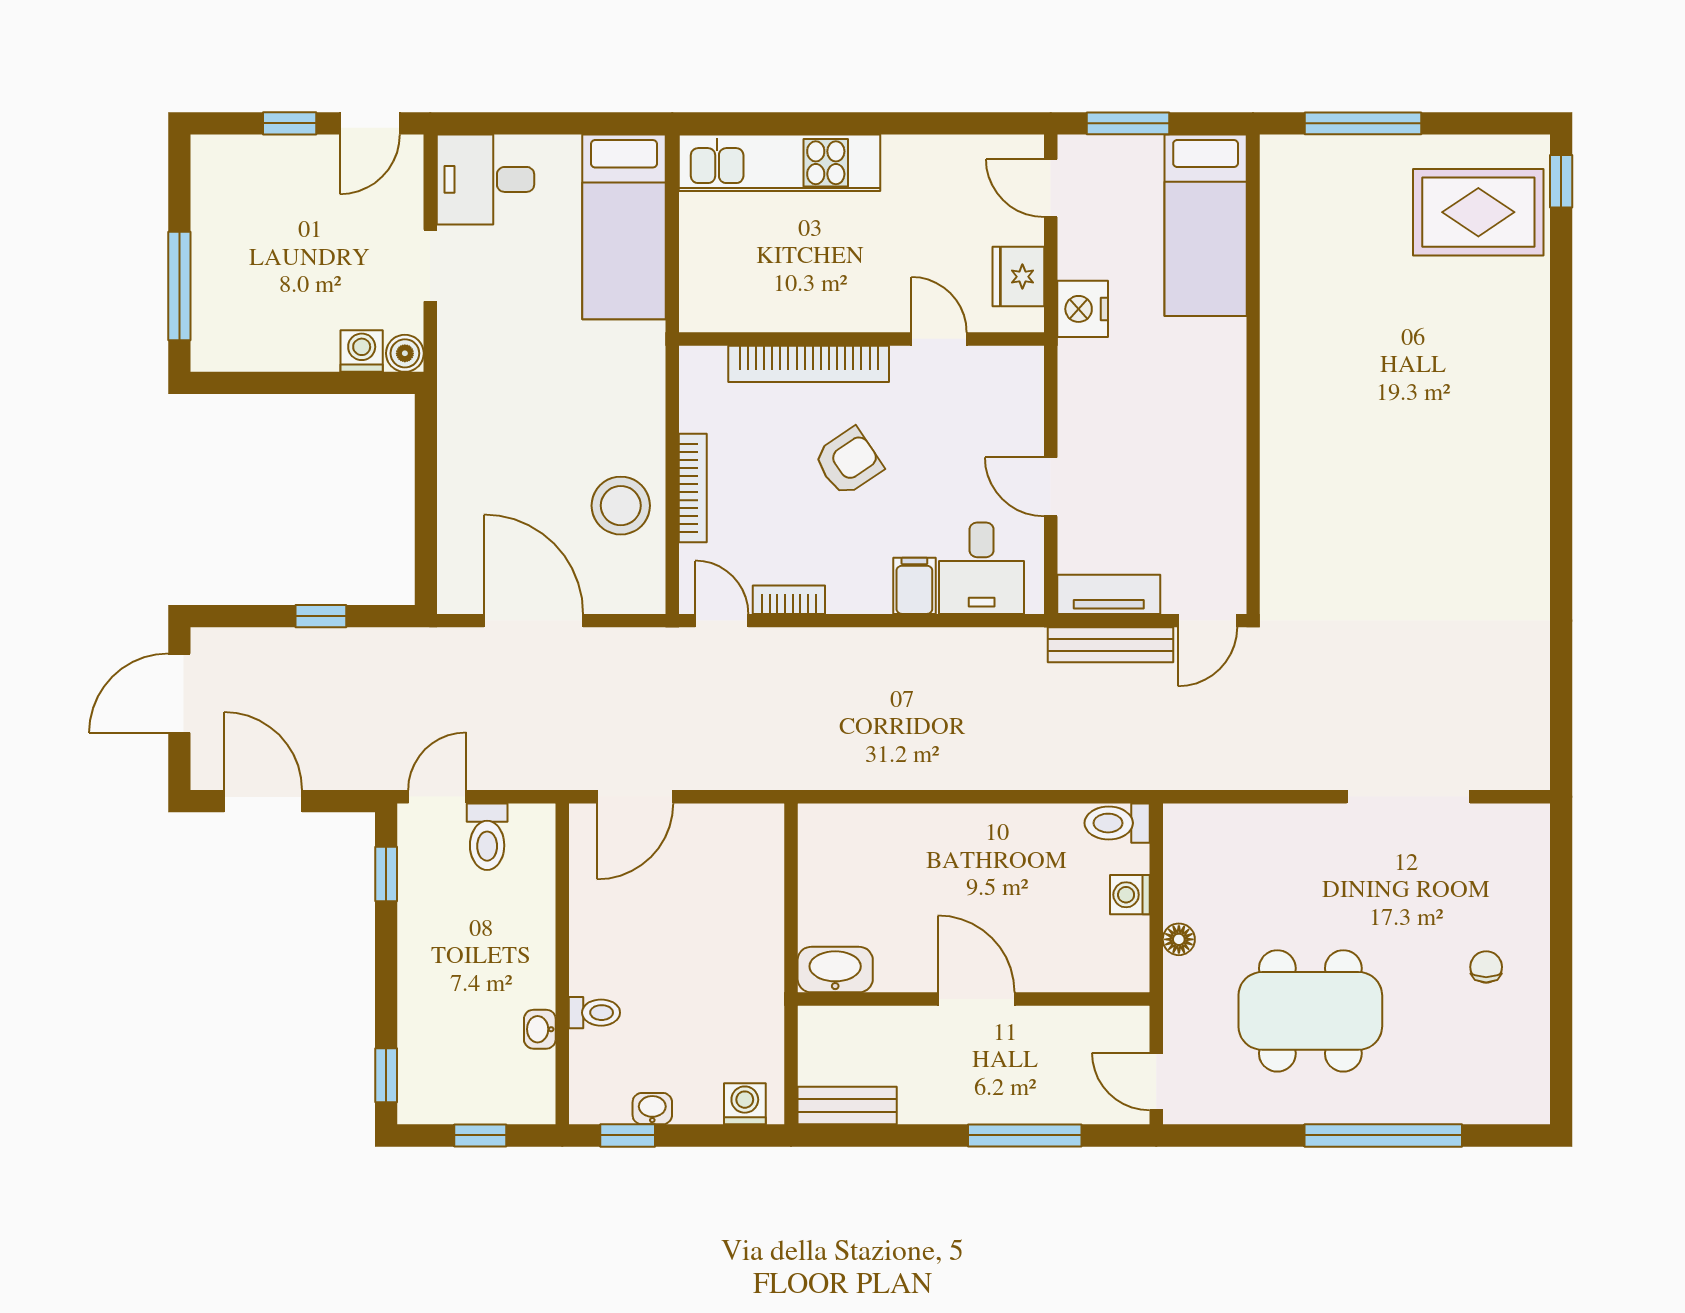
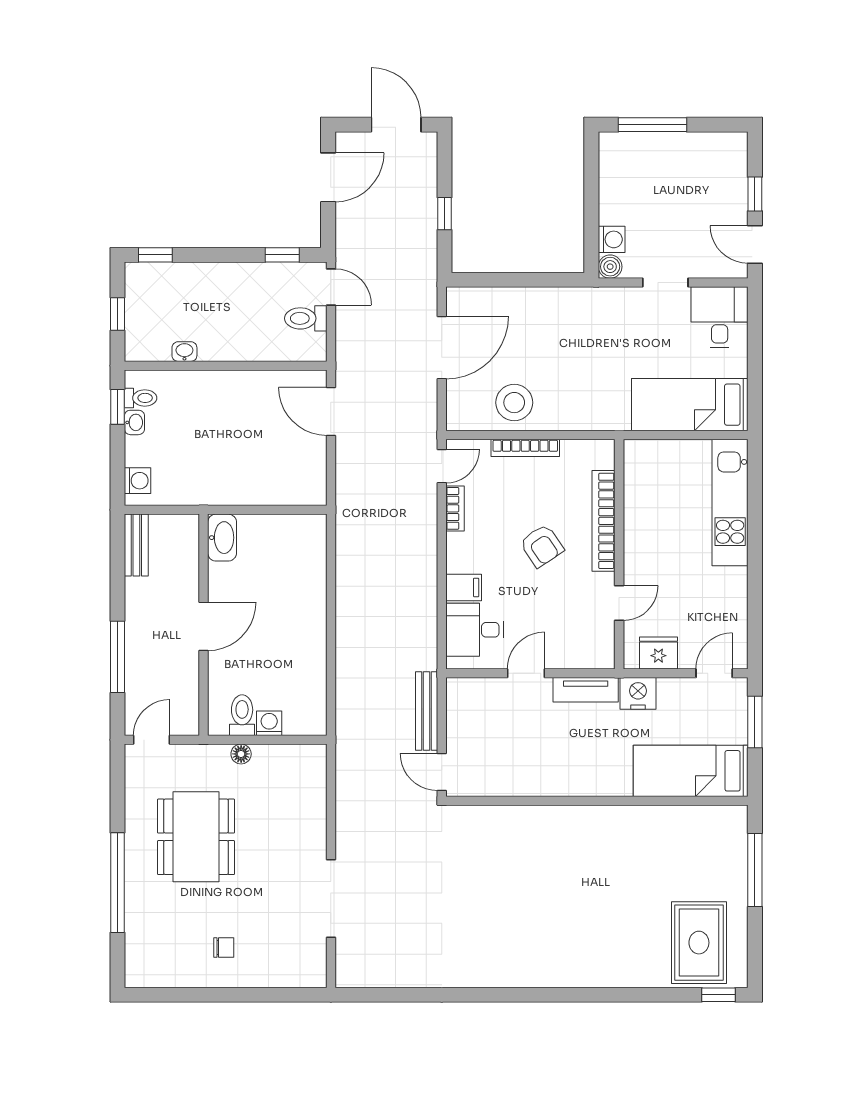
tv unit: (1109, 594) -> (586, 690), moved, turned 90
toilet: (1117, 823) -> (242, 715), moved
toilet: (594, 1013) -> (141, 398), moved, turned -90

